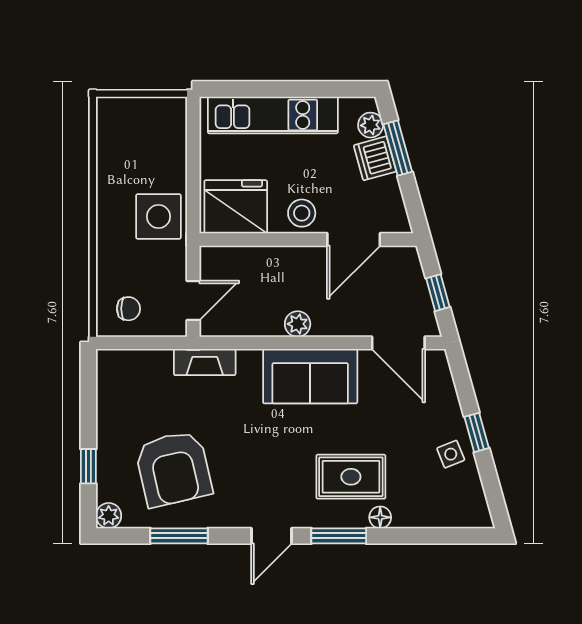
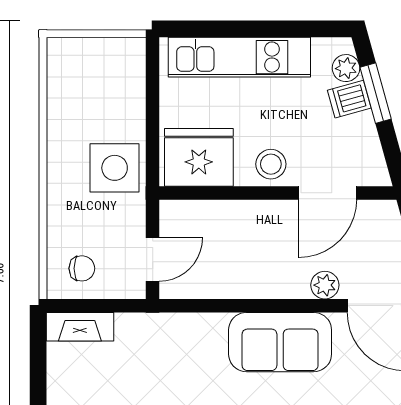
dishwasher: (375, 158) -> (349, 99), width x0.73
plant: (298, 324) -> (325, 285), moved
fireplace: (205, 362) -> (80, 327), moved

